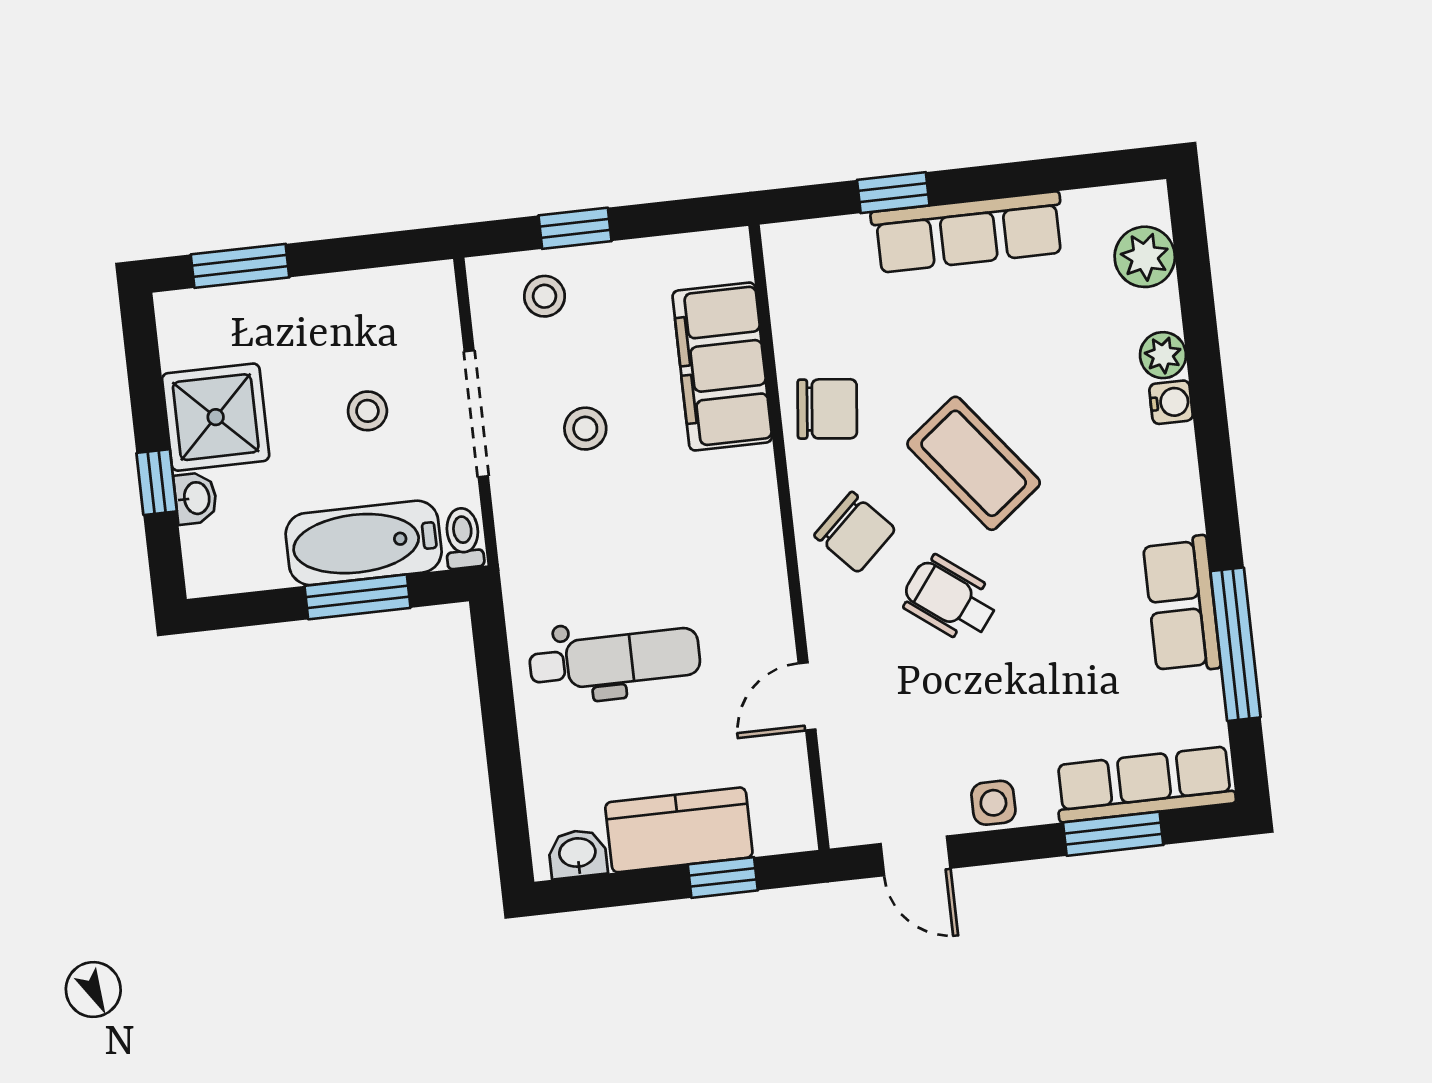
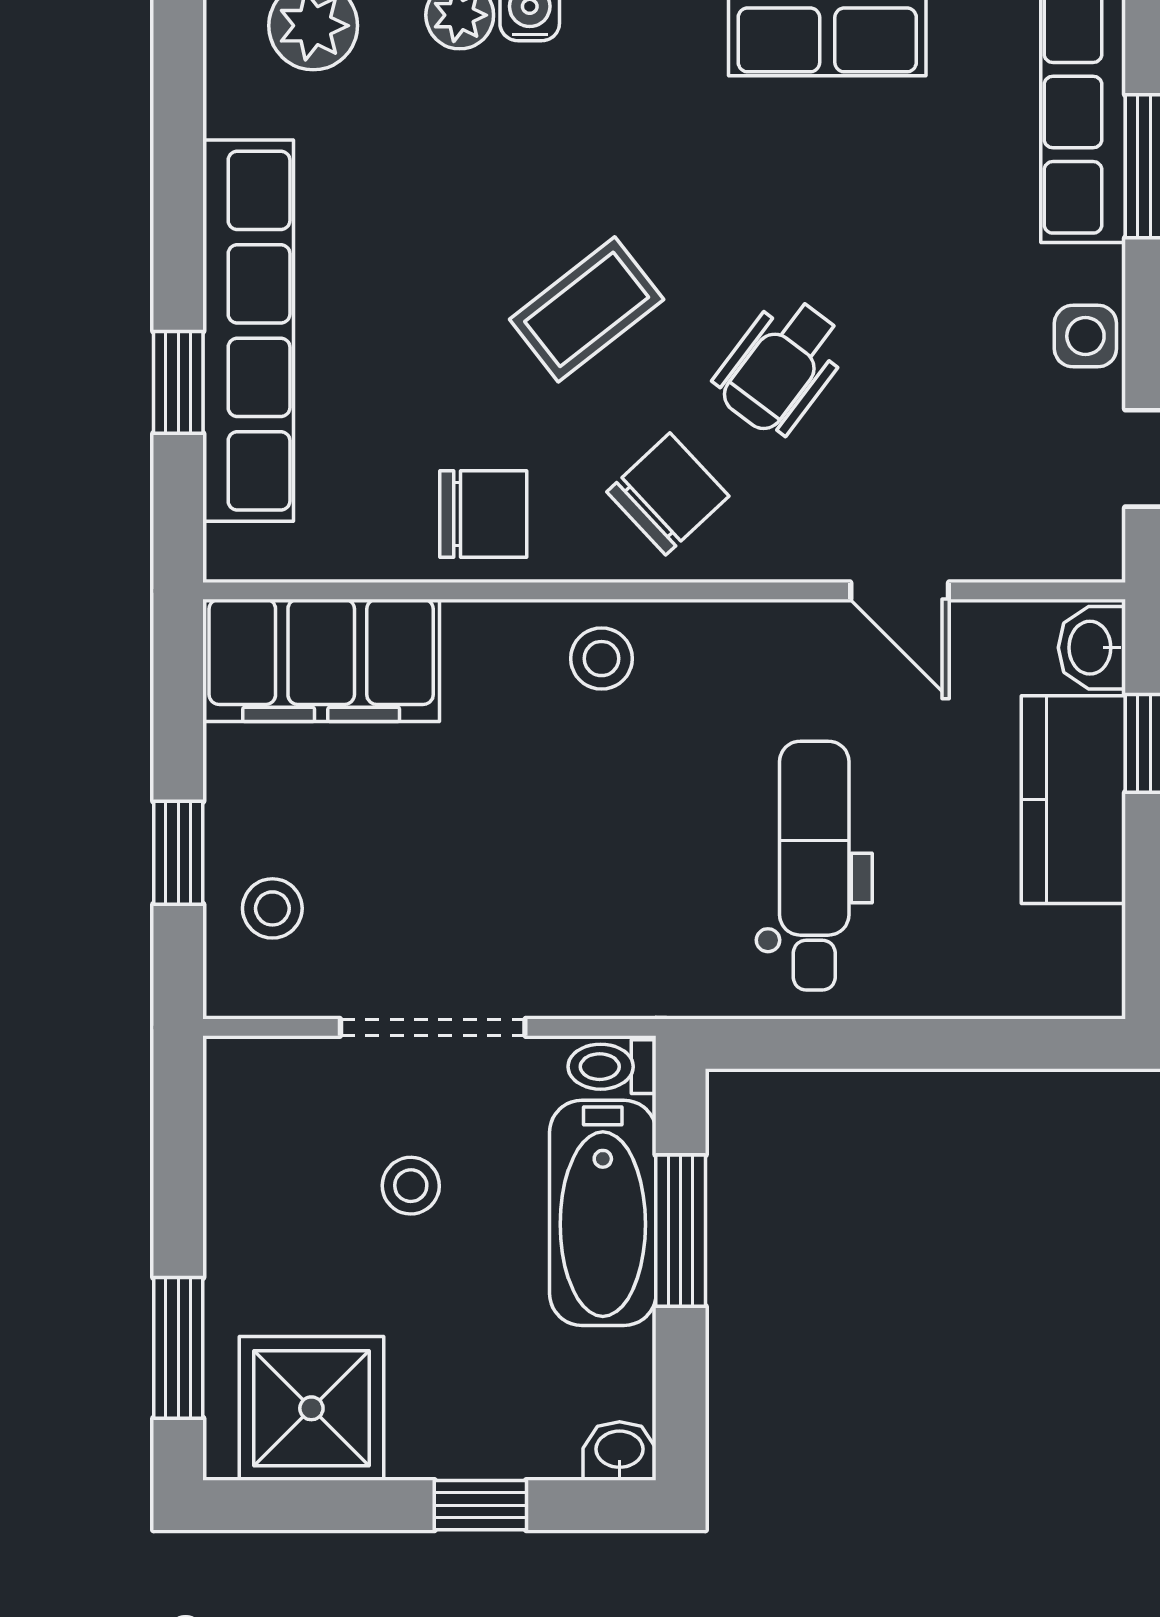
row of seats: (968, 232) -> (248, 331), width x1.36
filing cabinet: (722, 367) -> (321, 660), moved
chair: (827, 409) -> (483, 514), turned 84
shower: (216, 417) -> (311, 1408), moved
stool: (585, 429) -> (601, 659), moved
coffee table: (974, 463) -> (587, 309), width x0.73, depth x0.77
washbasin: (196, 498) -> (620, 1451), moved
washbasin: (578, 854) -> (1092, 648), moved

